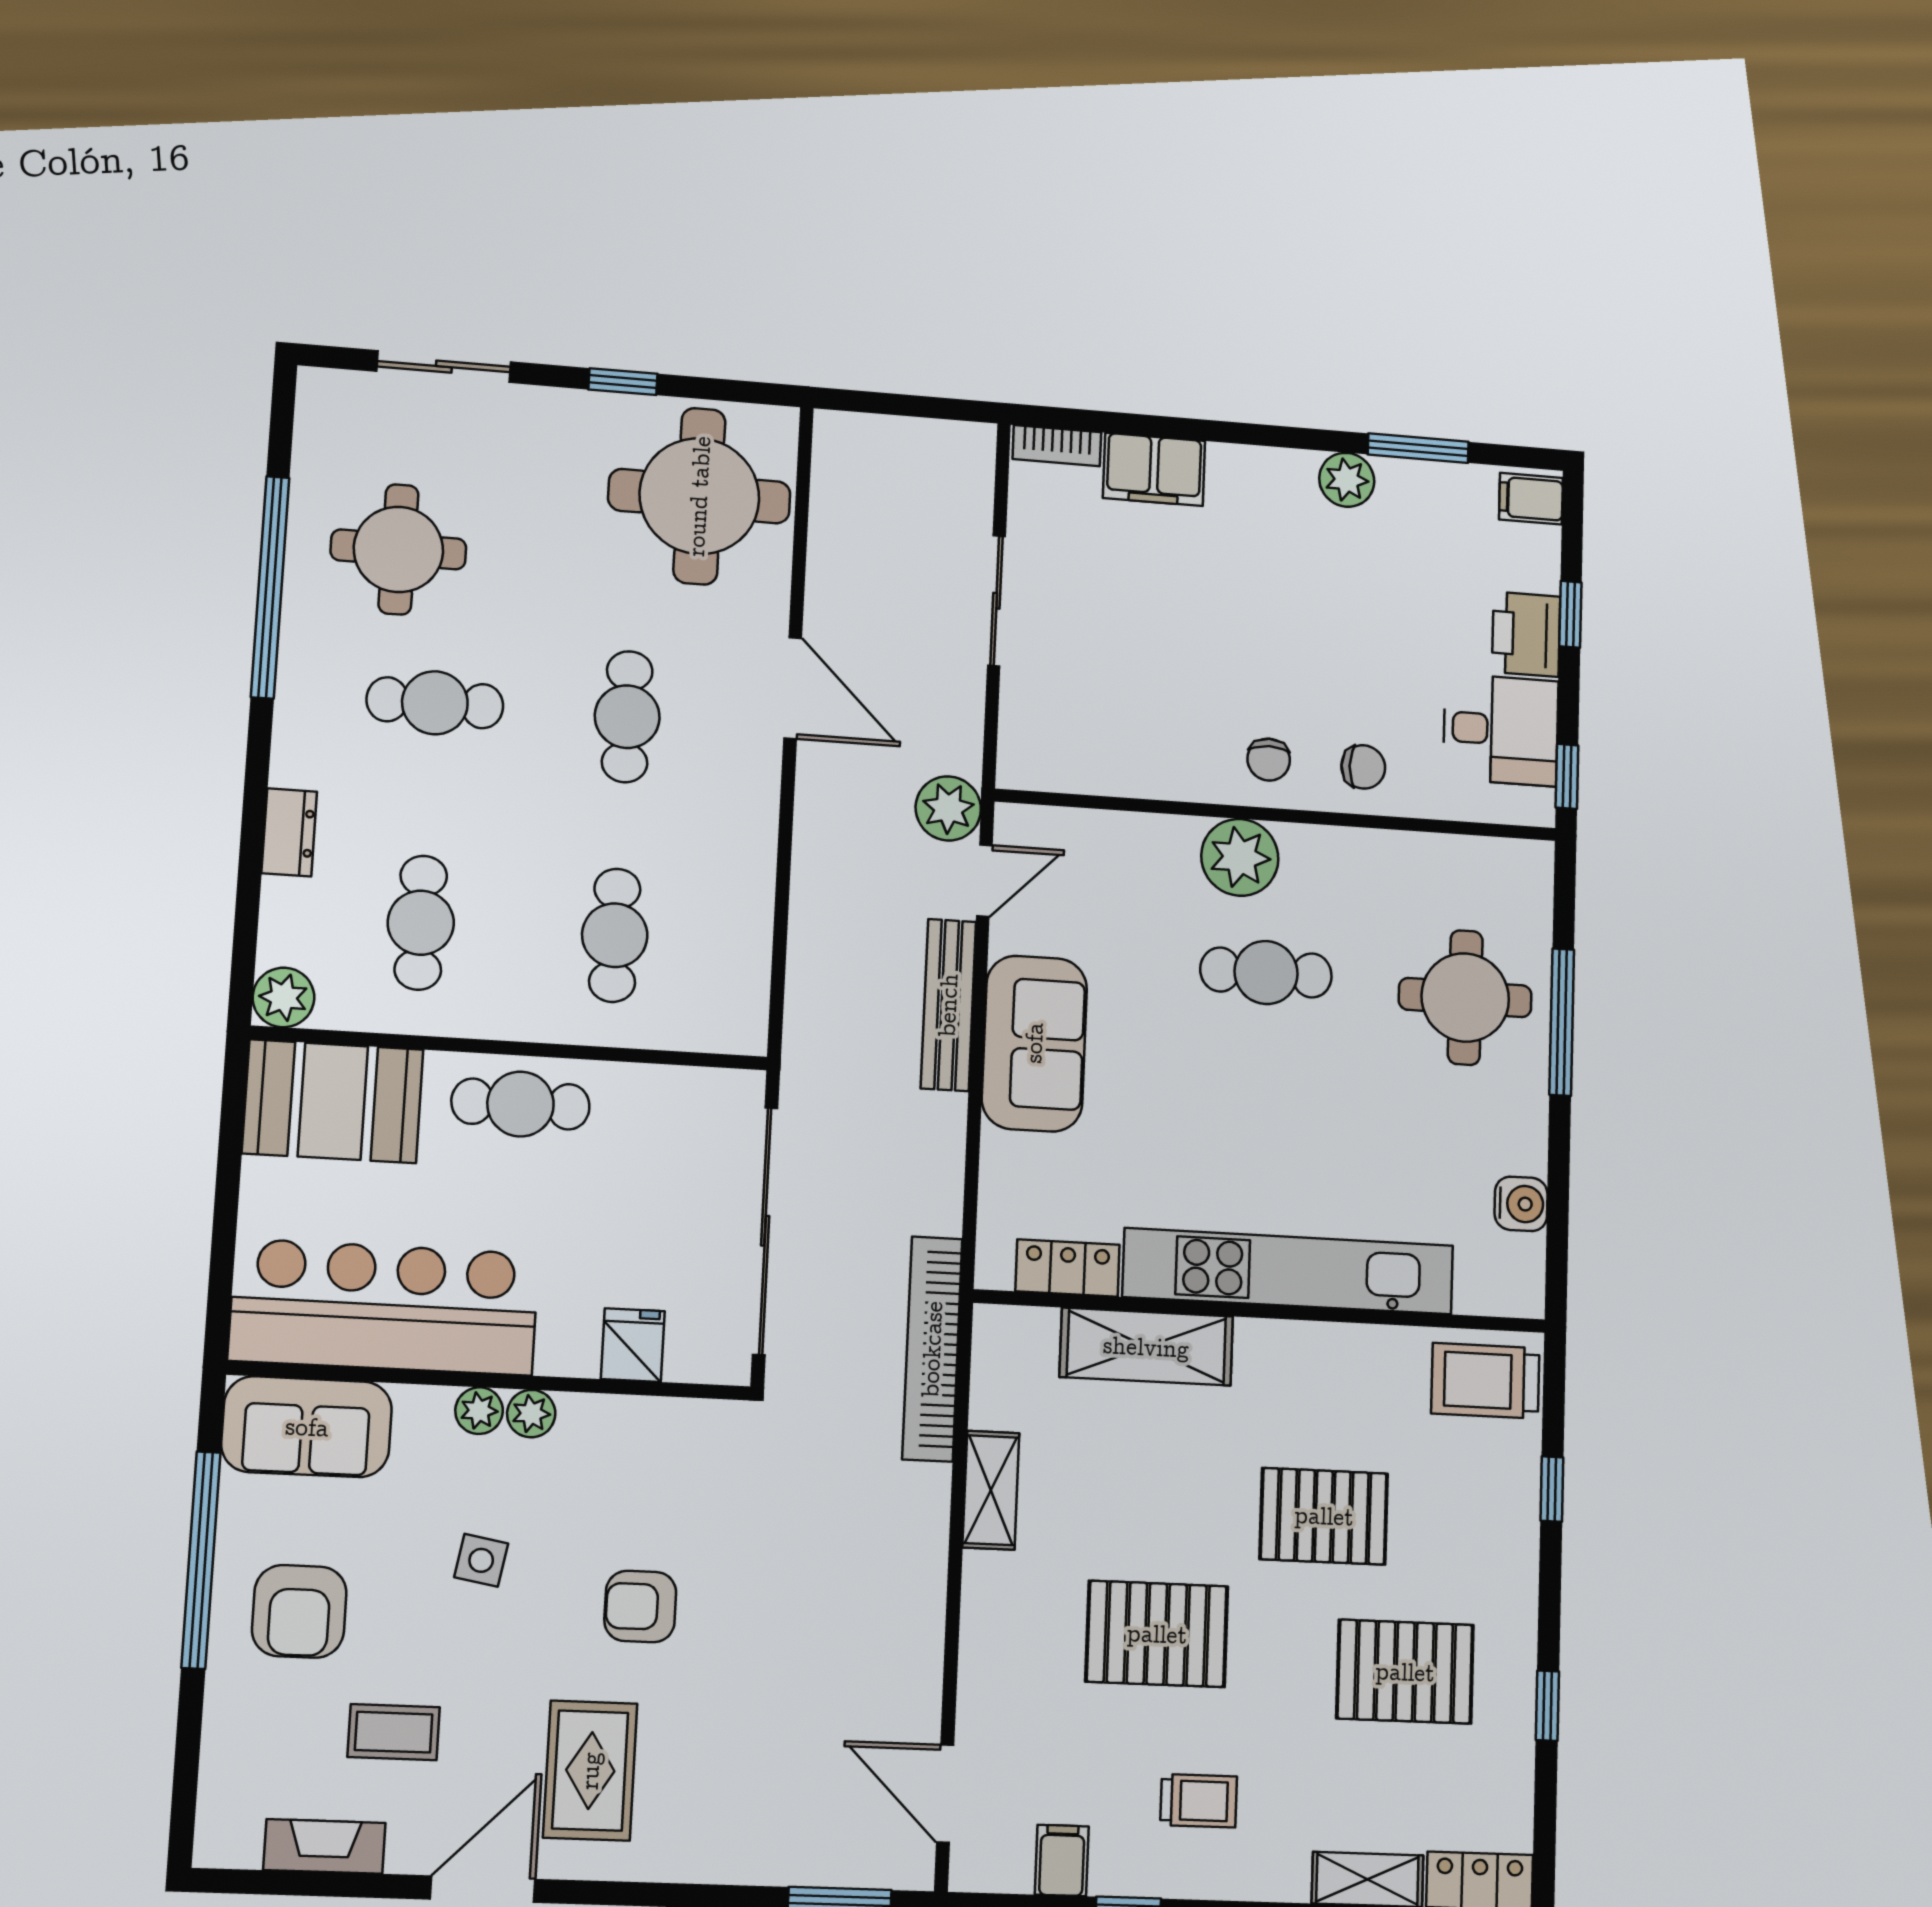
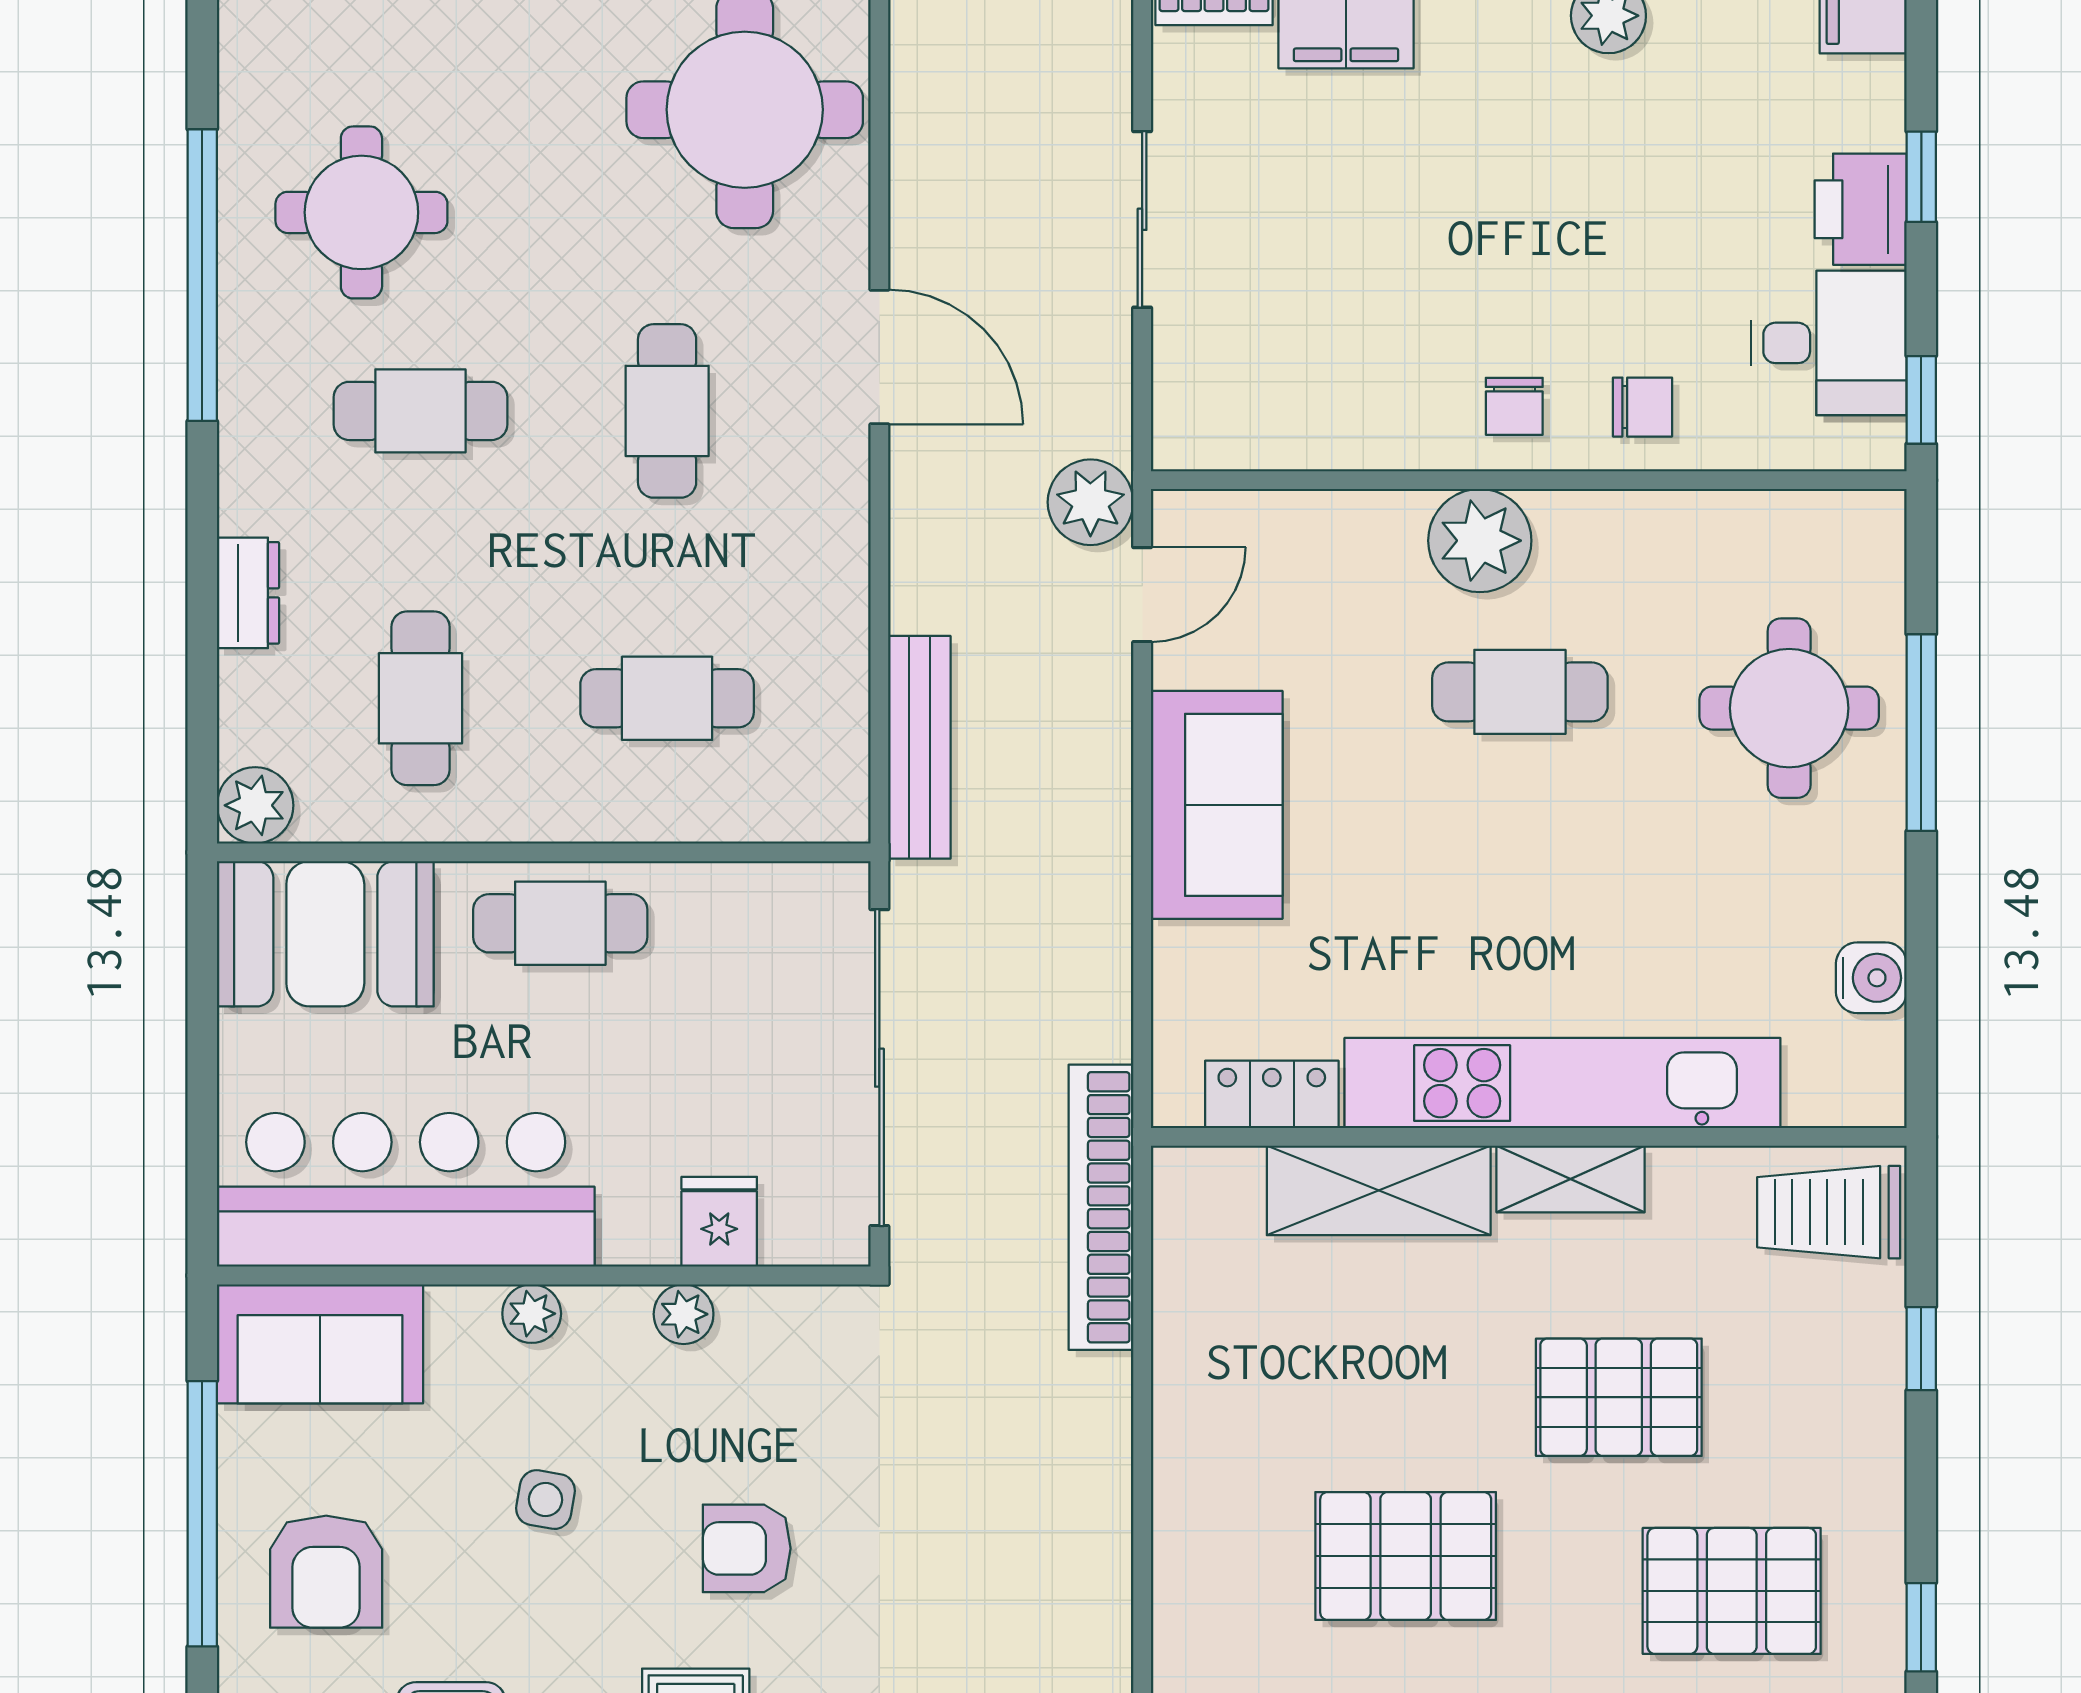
cafe table: (615, 935) -> (667, 698), turned 90
bench: (948, 1005) -> (919, 747), moved
plant: (531, 1414) -> (684, 1314), moved
shelving: (991, 1490) -> (1571, 1179), moved, turned 90

